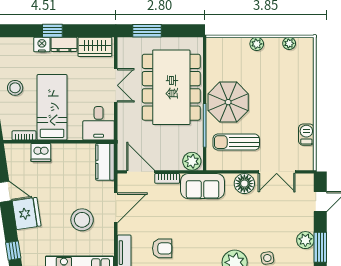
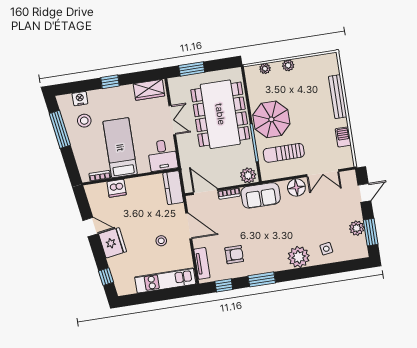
plant: (289, 43) -> (265, 69), moved
dresser: (64, 44) -> (122, 92), removed
nightstand: (42, 45) -> (80, 99), moved
stool: (15, 88) -> (84, 121), moved
bench: (307, 88) -> (338, 97), added
door: (116, 208) -> (189, 226), hinge flipped
stool: (82, 220) -> (161, 241), width x0.53, depth x0.53

